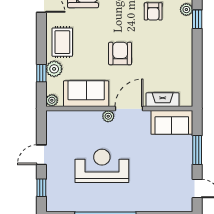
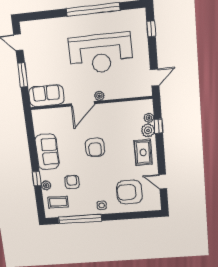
sofa: (86, 94) -> (47, 152), moved, turned -90
plant: (52, 100) -> (149, 118), moved
fireplace: (163, 100) -> (56, 113), removed
door: (41, 155) -> (155, 77), moved
reception desk: (102, 166) -> (101, 53), width x1.36, depth x1.30

